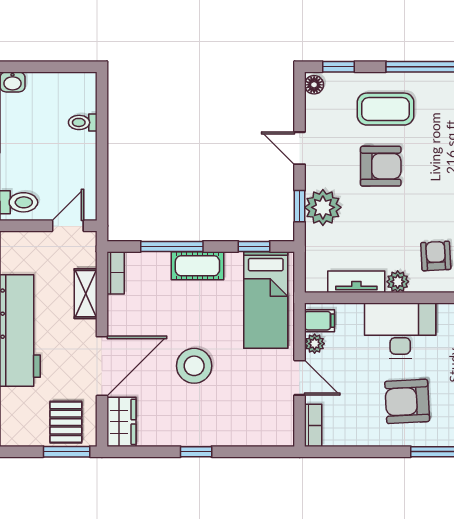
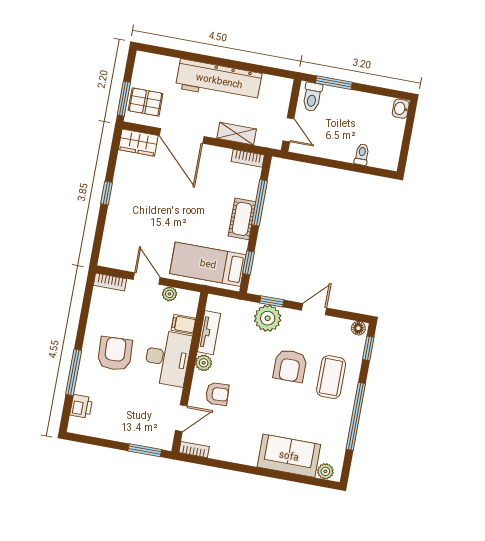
filing cabinet: (320, 321) -> (183, 324), moved, turned 90
stool: (194, 366) -> (169, 203), removed
door: (300, 378) -> (147, 278), swing flipped

